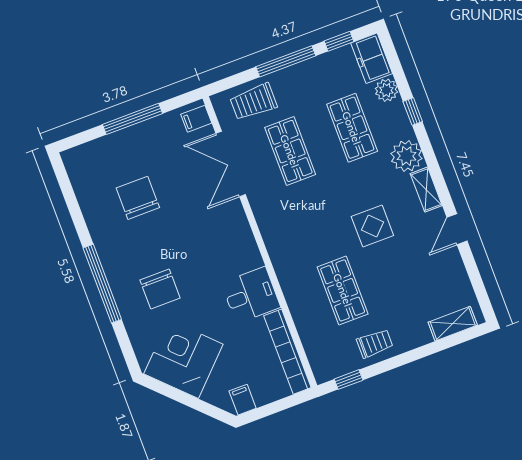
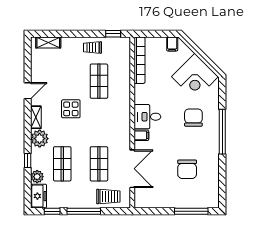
window: (133, 119) -> (191, 211), moved
filing cabinet: (196, 119) -> (141, 135), moved
desk: (251, 295) -> (147, 117), moved

